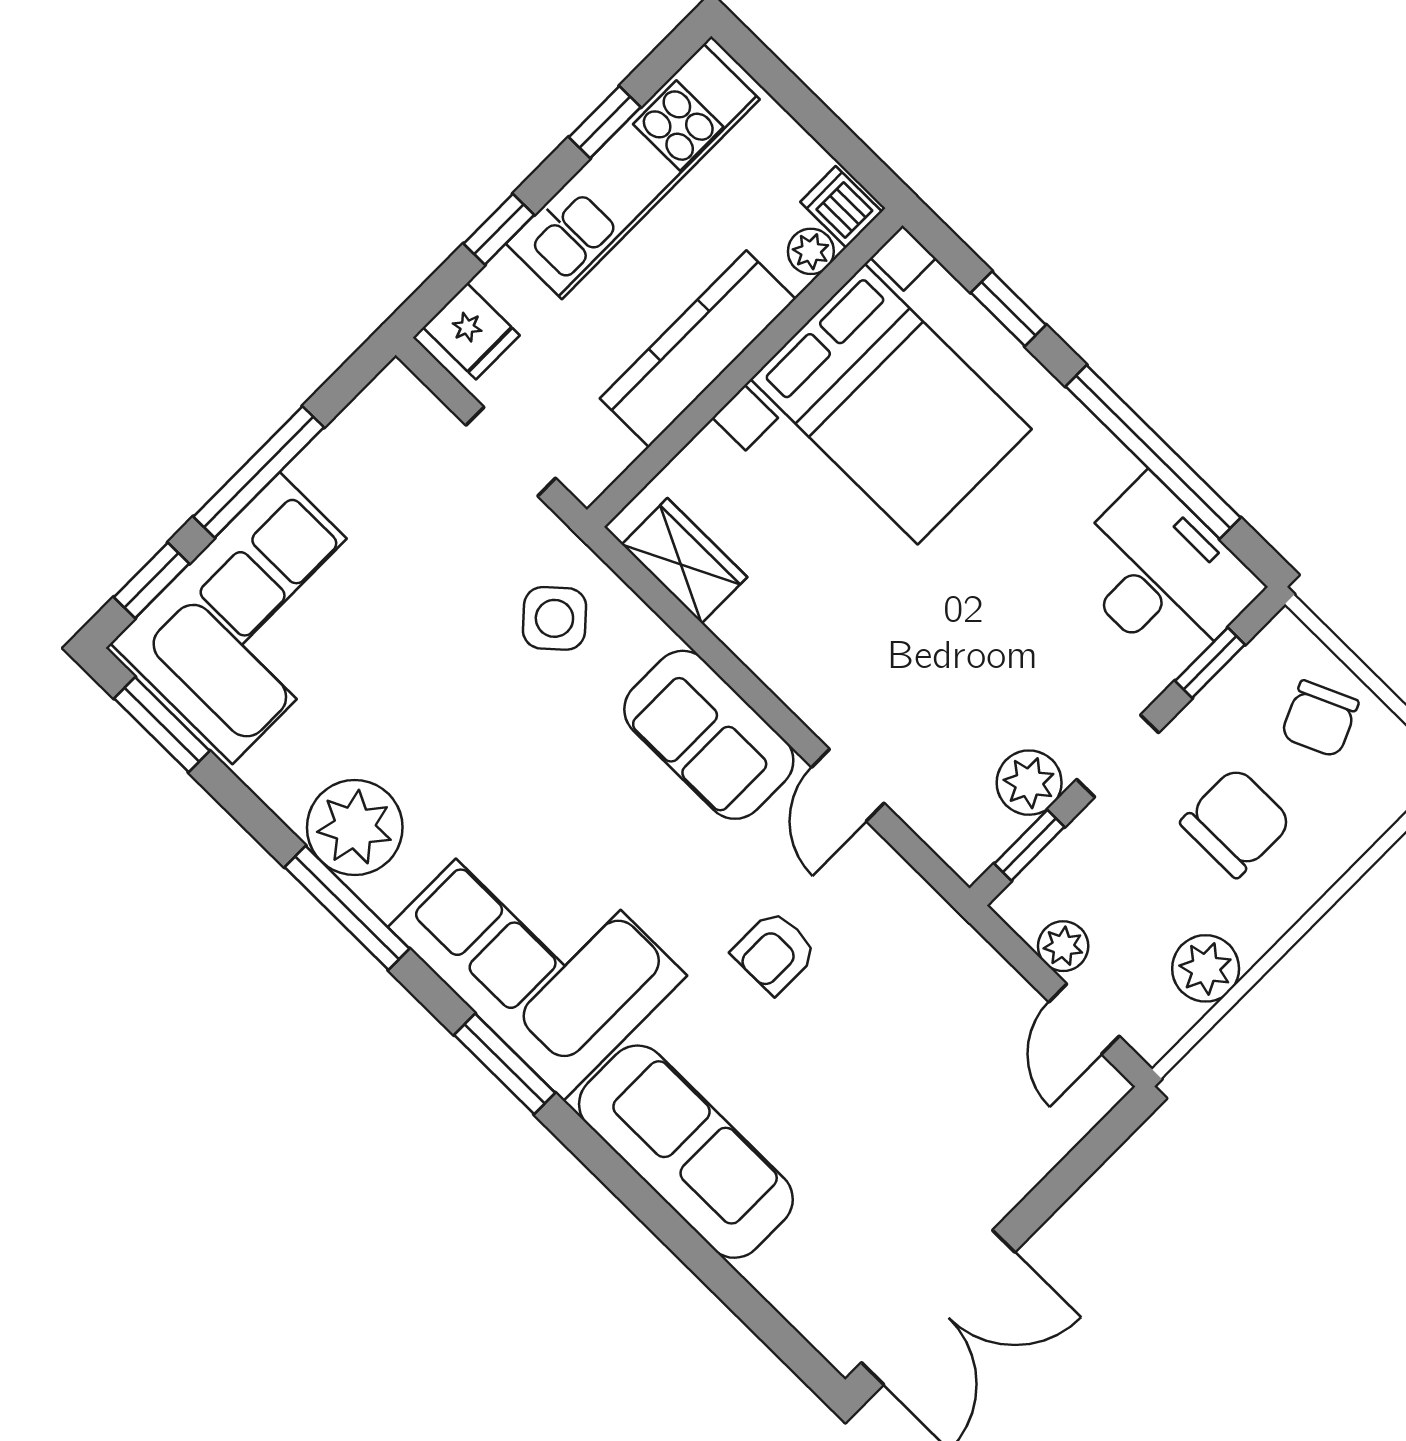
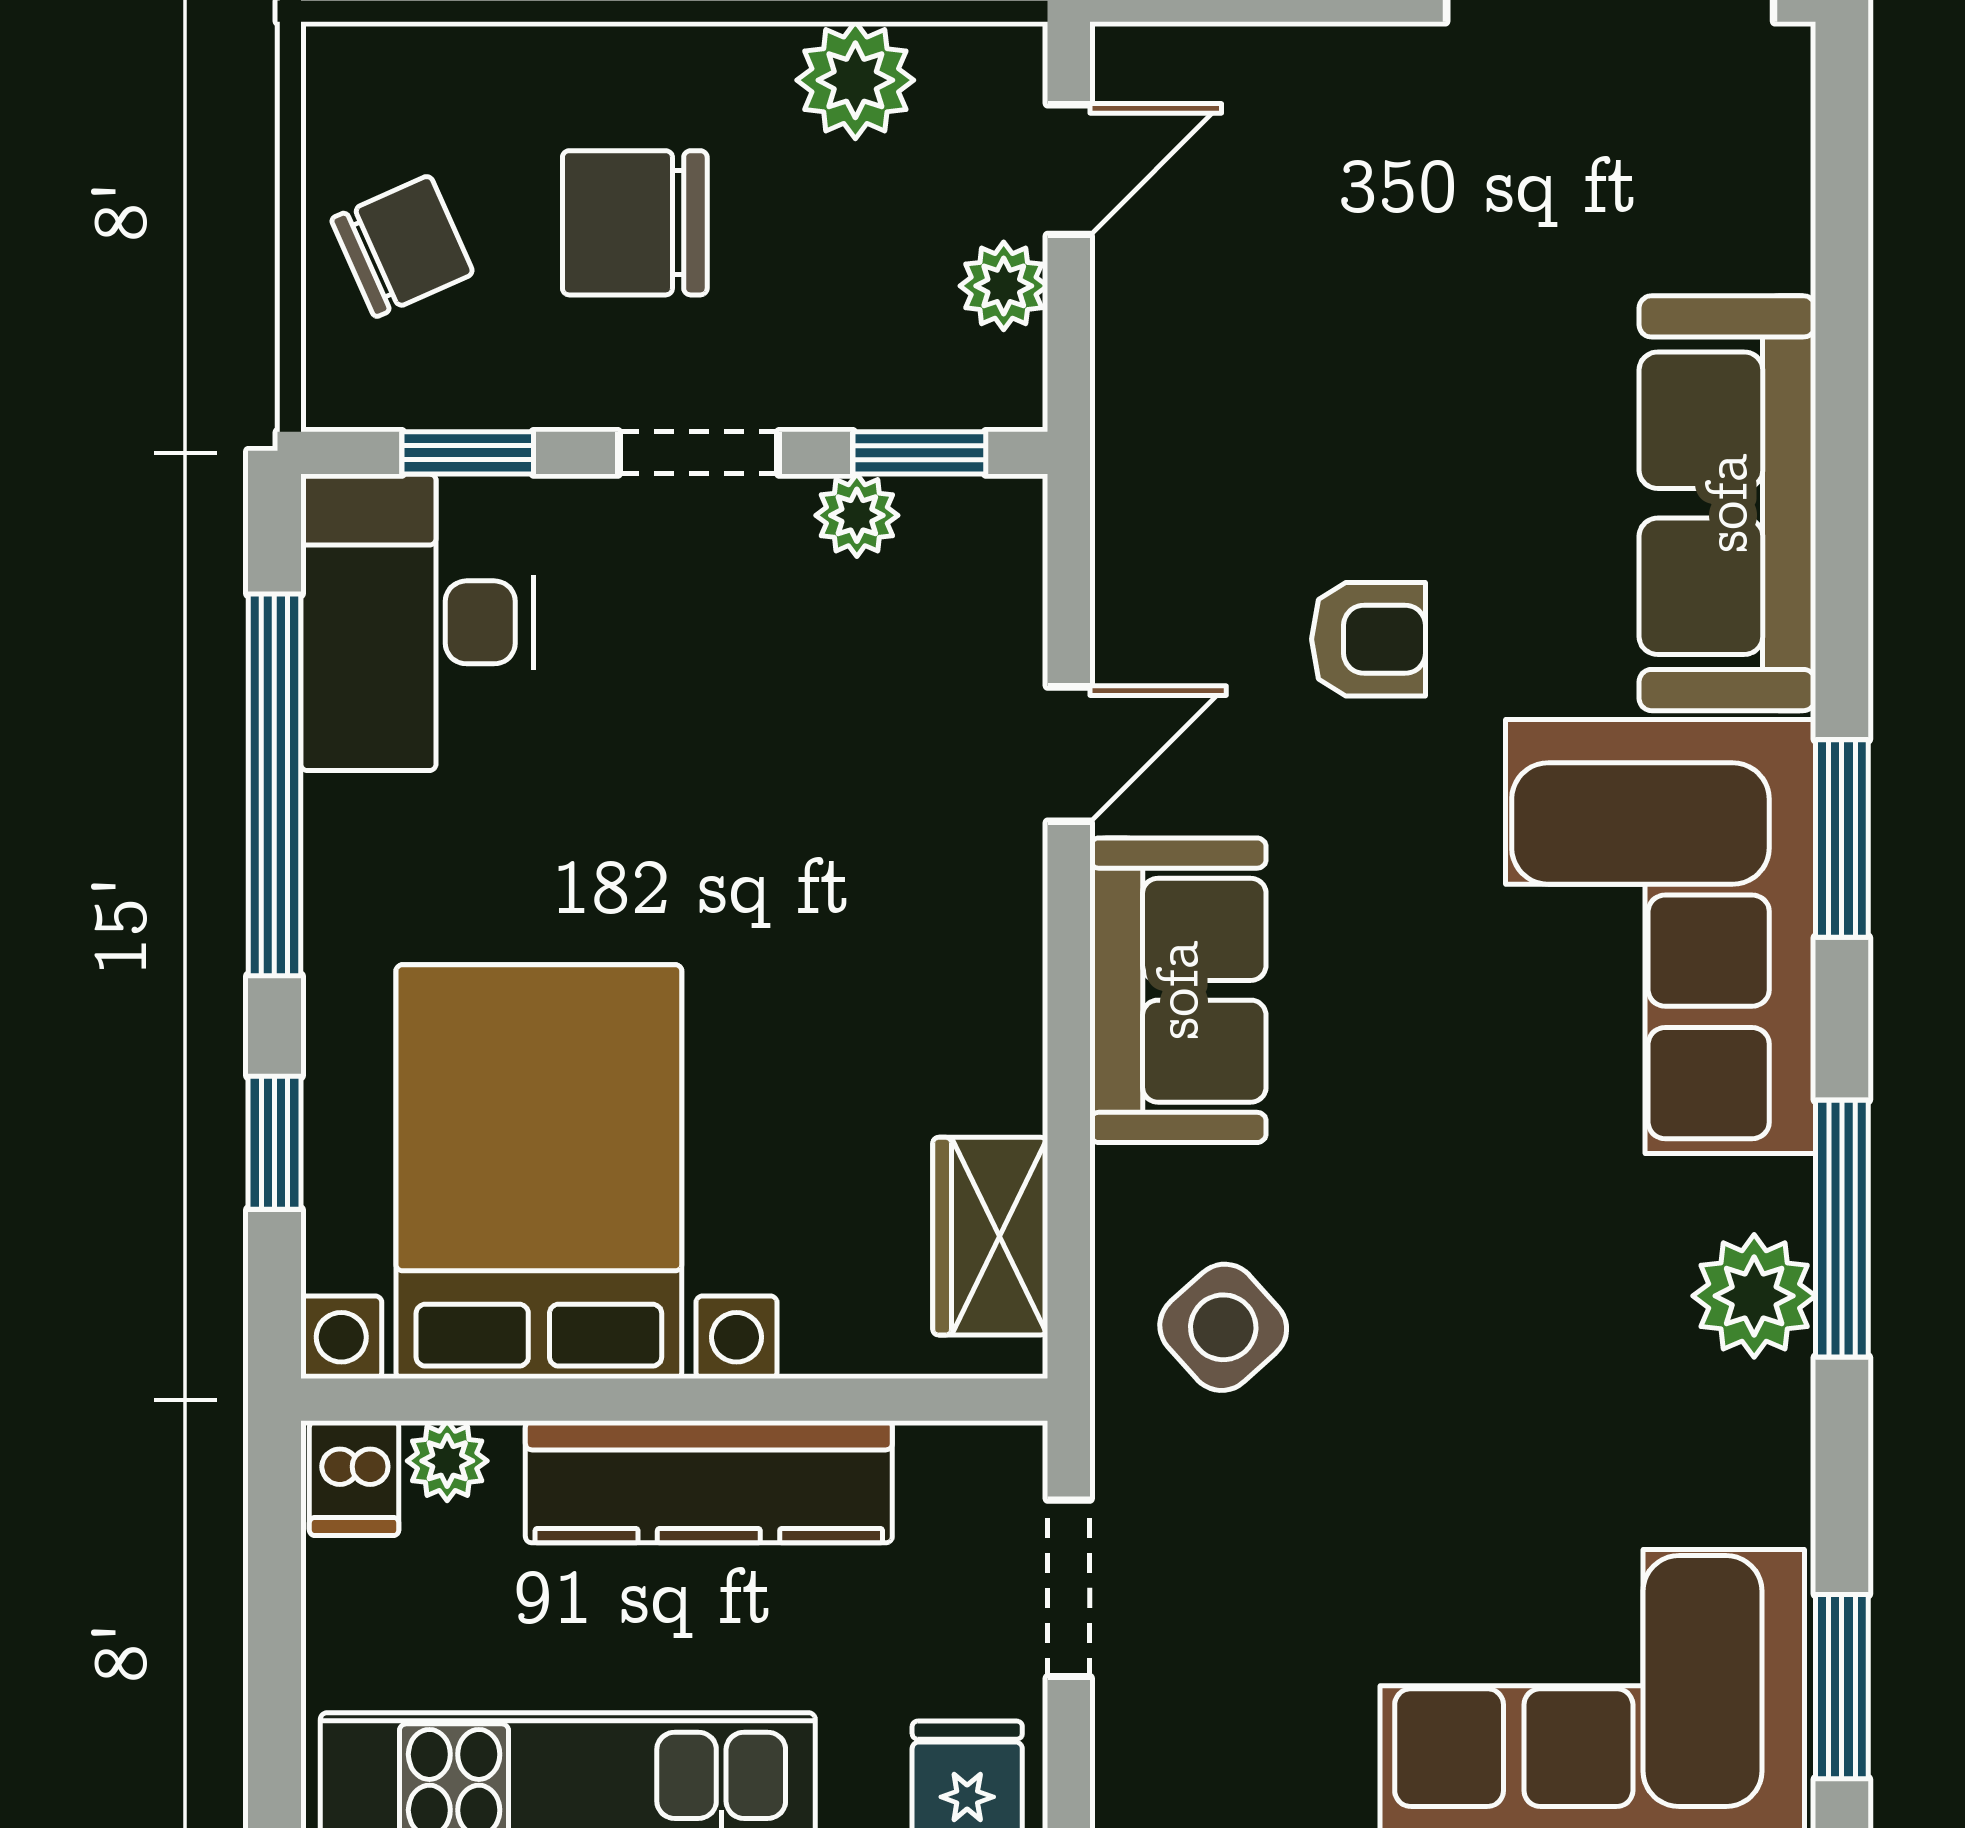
plant: (1029, 783) -> (857, 515), width x0.73, depth x0.73
plant: (355, 827) -> (1754, 1296), width x0.73, depth x0.73

